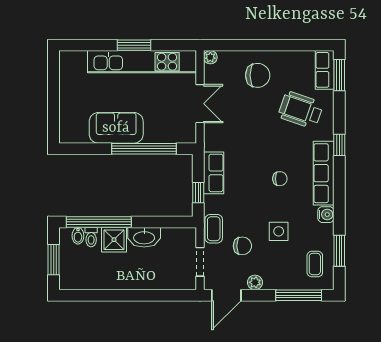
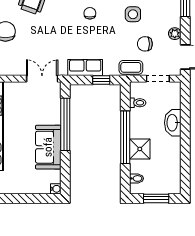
double door: (200, 104) -> (42, 79), moved
water cooler: (65, 137) -> (56, 189), added
window: (99, 222) -> (125, 137), moved
toilet: (91, 237) -> (138, 103), moved
washbasin: (144, 237) -> (173, 123), moved, turned 180
chair: (242, 246) -> (145, 44), turned -90

